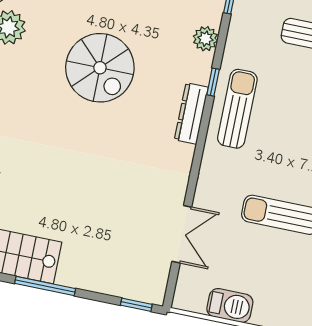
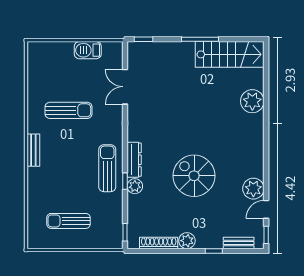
plant: (205, 39) -> (135, 186), moved
sun lounger: (237, 109) -> (107, 168), turned 180

